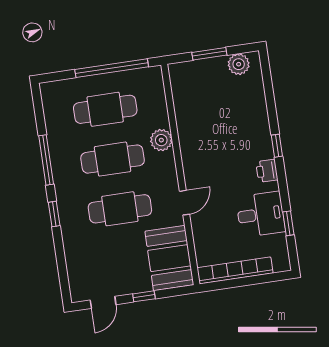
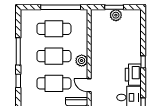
plant: (239, 64) -> (116, 15), moved
plant: (161, 140) -> (82, 61), moved
printer: (267, 171) -> (133, 75), width x1.87, depth x1.48
door: (185, 203) -> (89, 85), swing flipped

